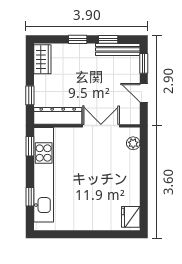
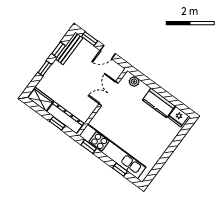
dresser: (58, 116) -> (65, 117), moved, turned 90
kitchen counter: (130, 186) -> (159, 103), added

